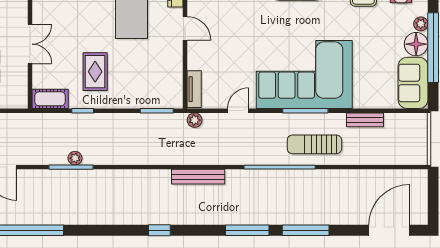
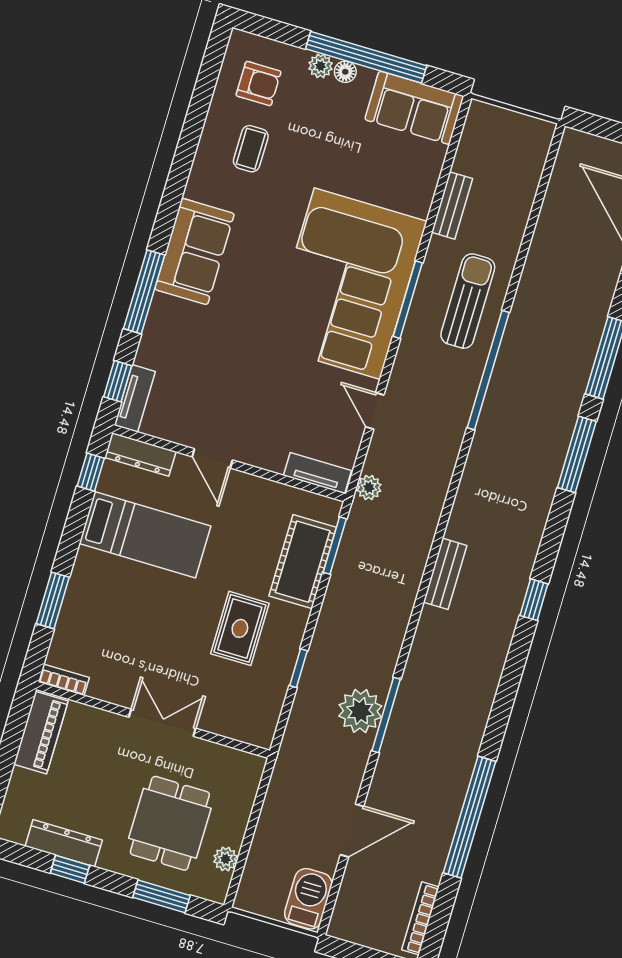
door: (185, 28) -> (212, 458), swing flipped
floor lamp: (416, 44) -> (345, 72), width x0.53, depth x0.53
rug: (95, 72) -> (240, 628), turned 90
cot: (50, 99) -> (303, 562), moved, width x1.37, depth x1.34
sun lounger: (314, 144) -> (468, 301), turned 180
plant: (75, 158) -> (360, 711), width x1.88, depth x1.88
bench: (198, 177) -> (445, 574), moved, width x0.73

